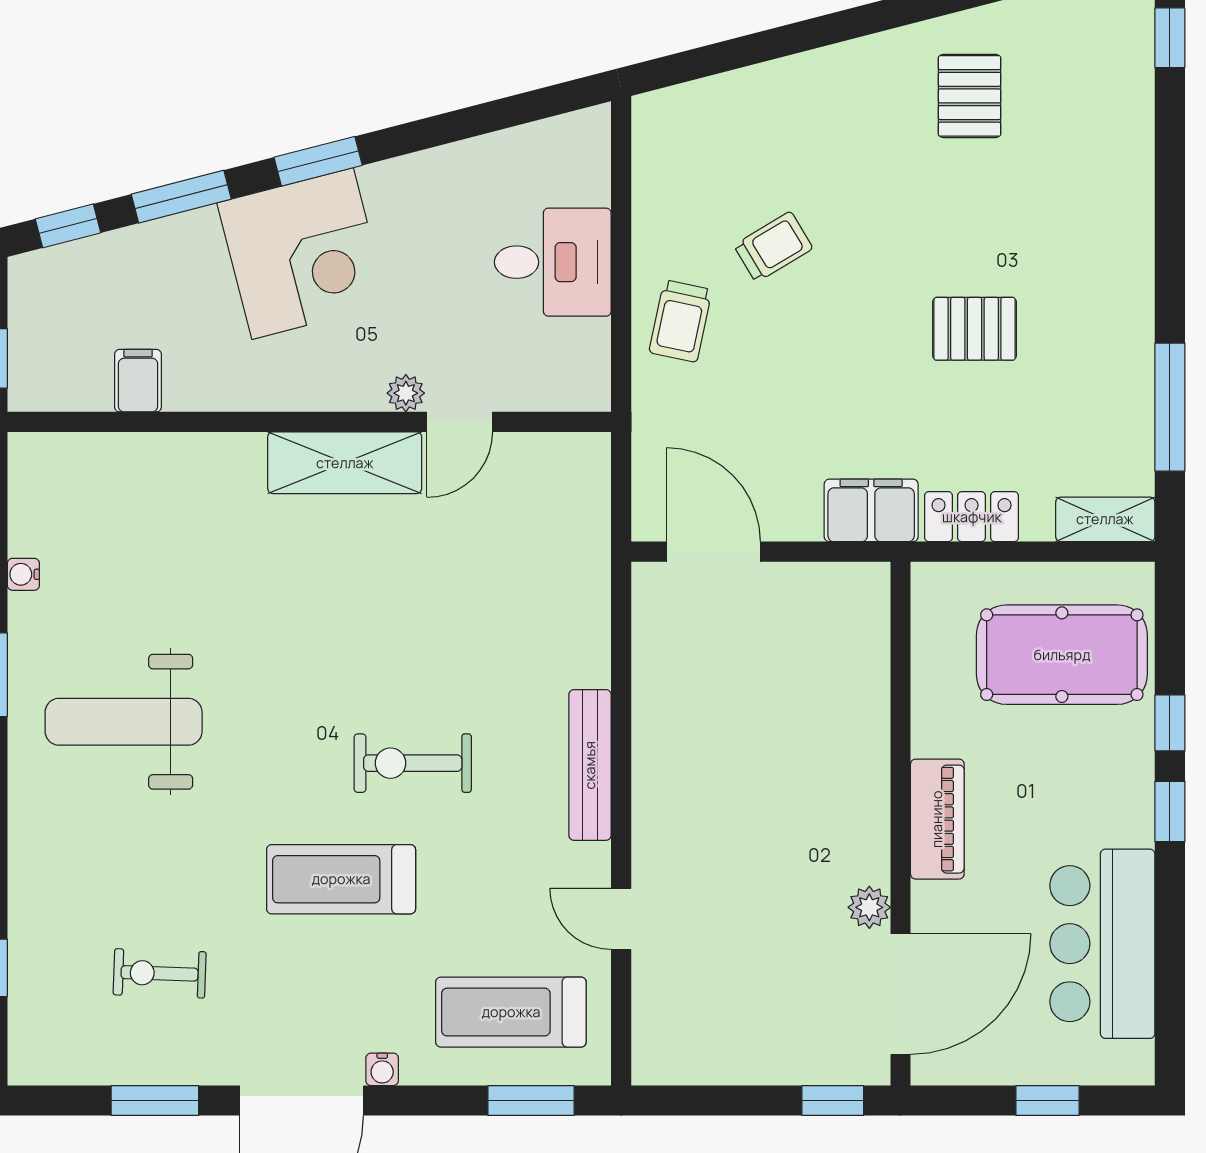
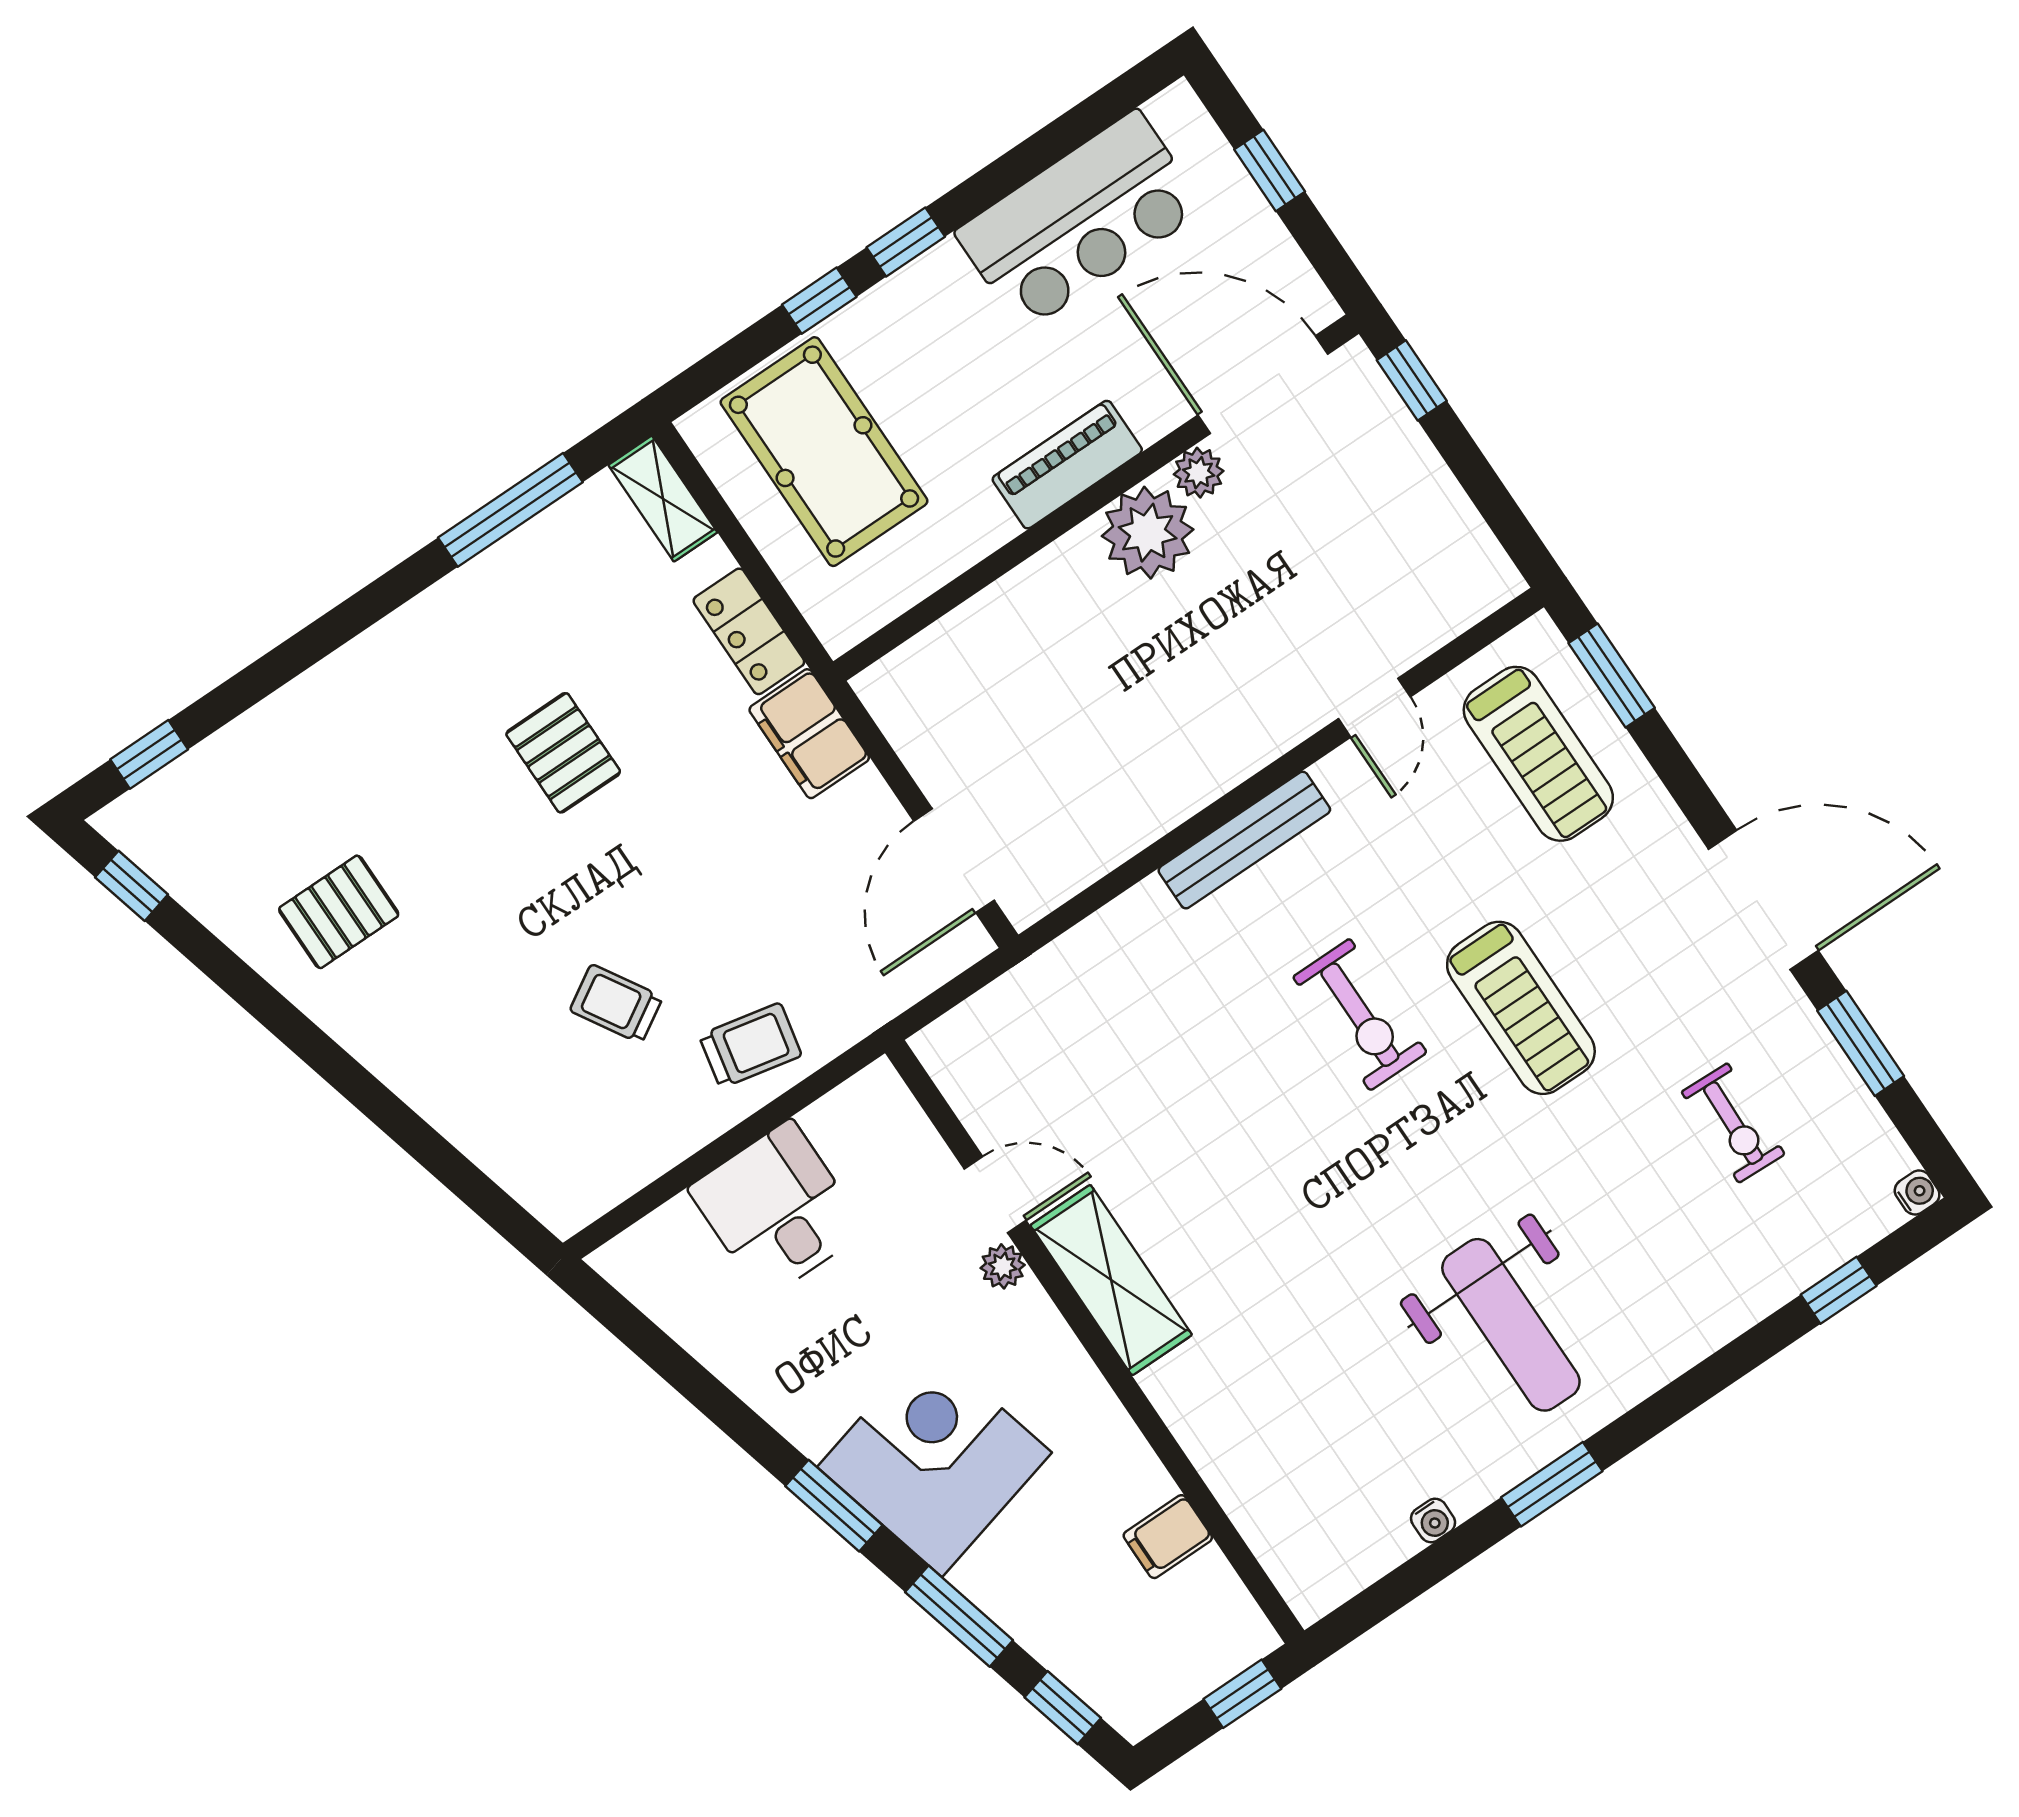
plant: (851, 843) -> (1148, 533), added
water cooler: (382, 1069) -> (1917, 1192), moved

